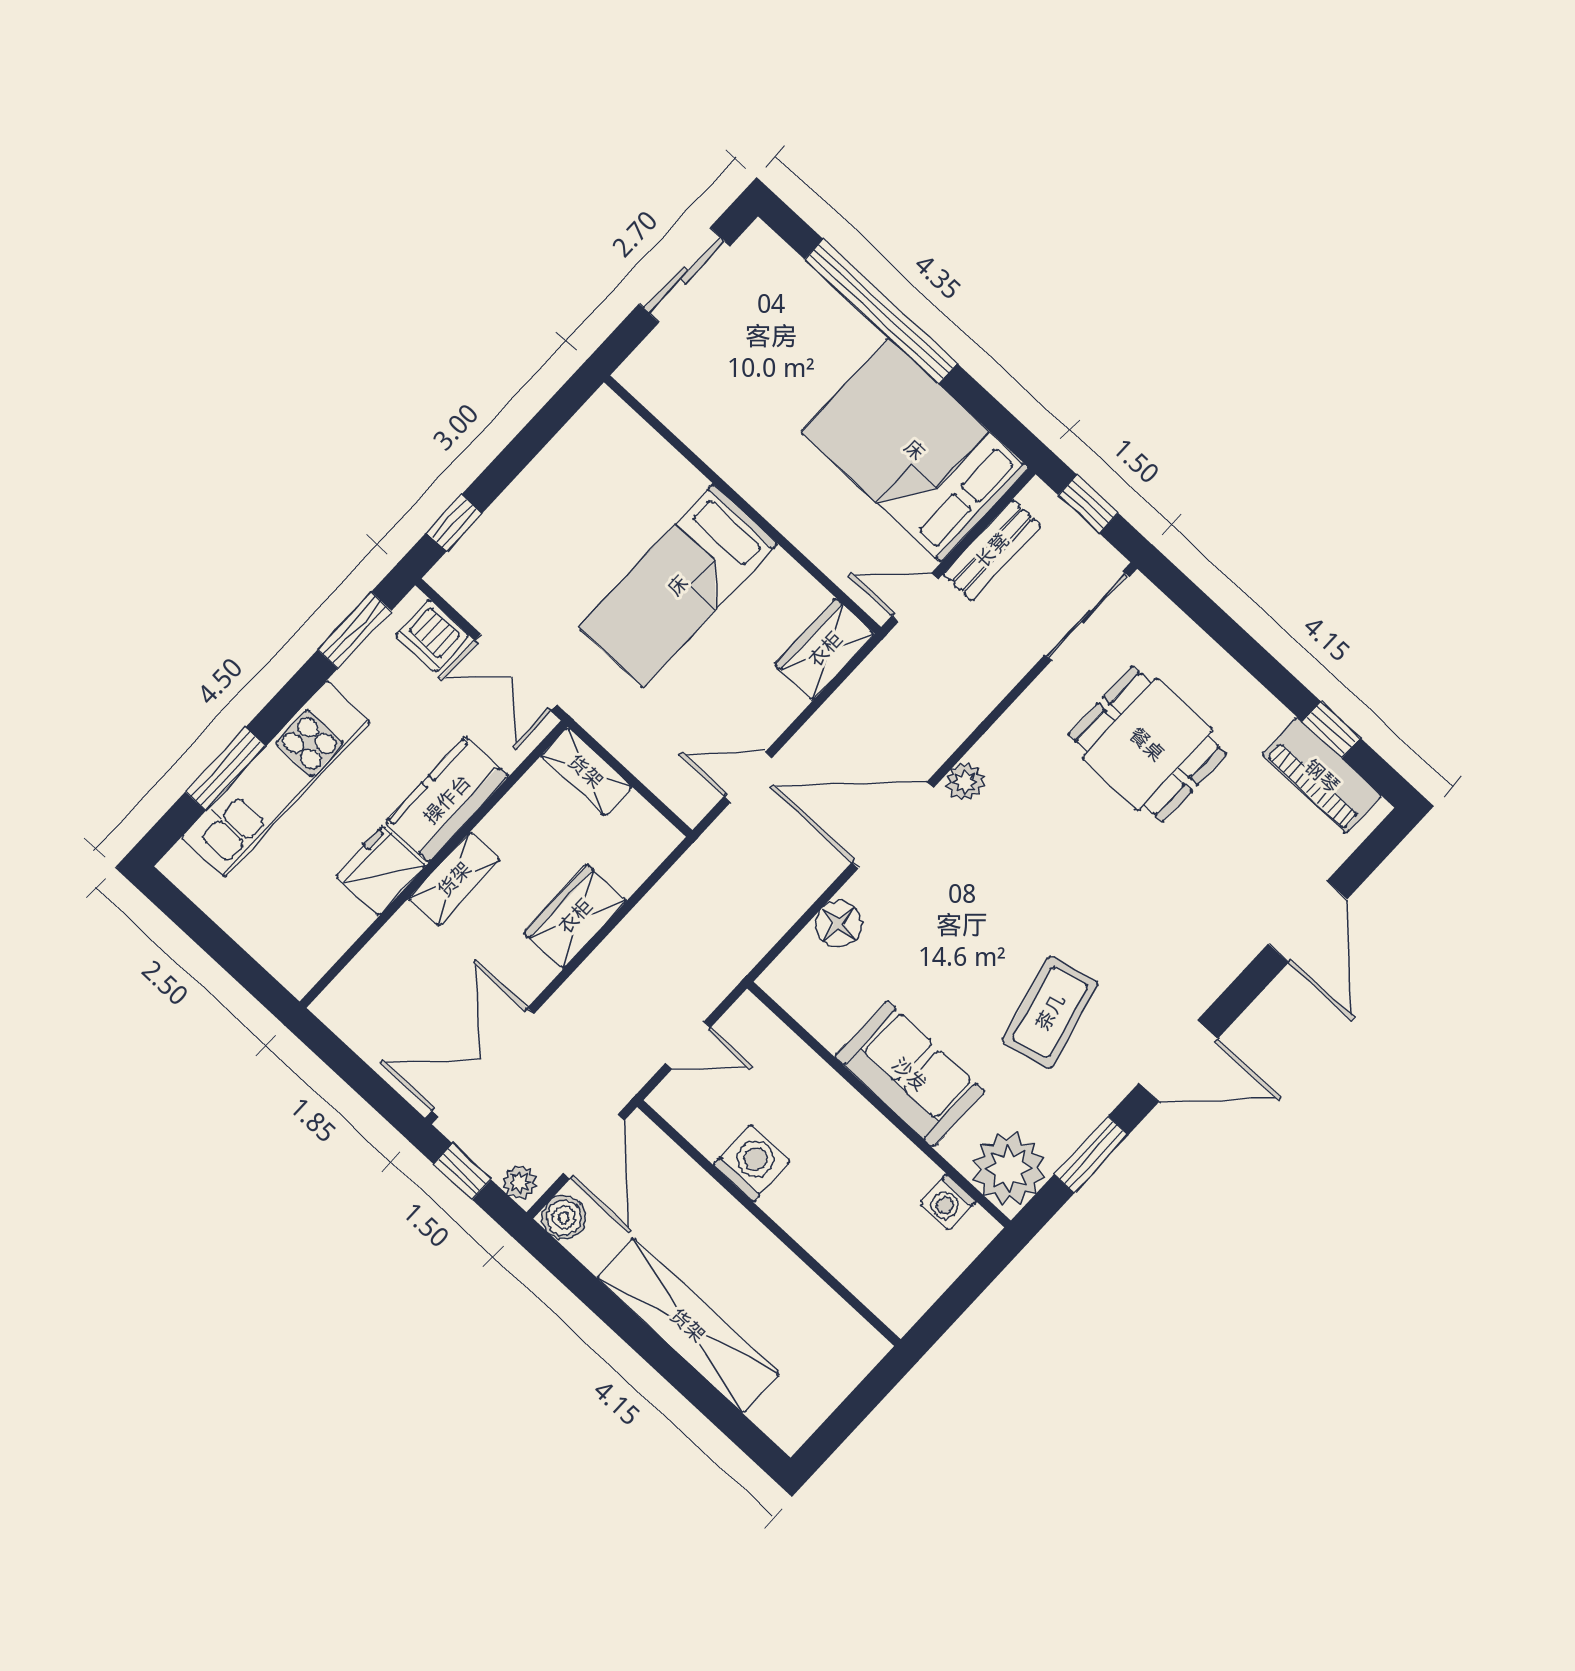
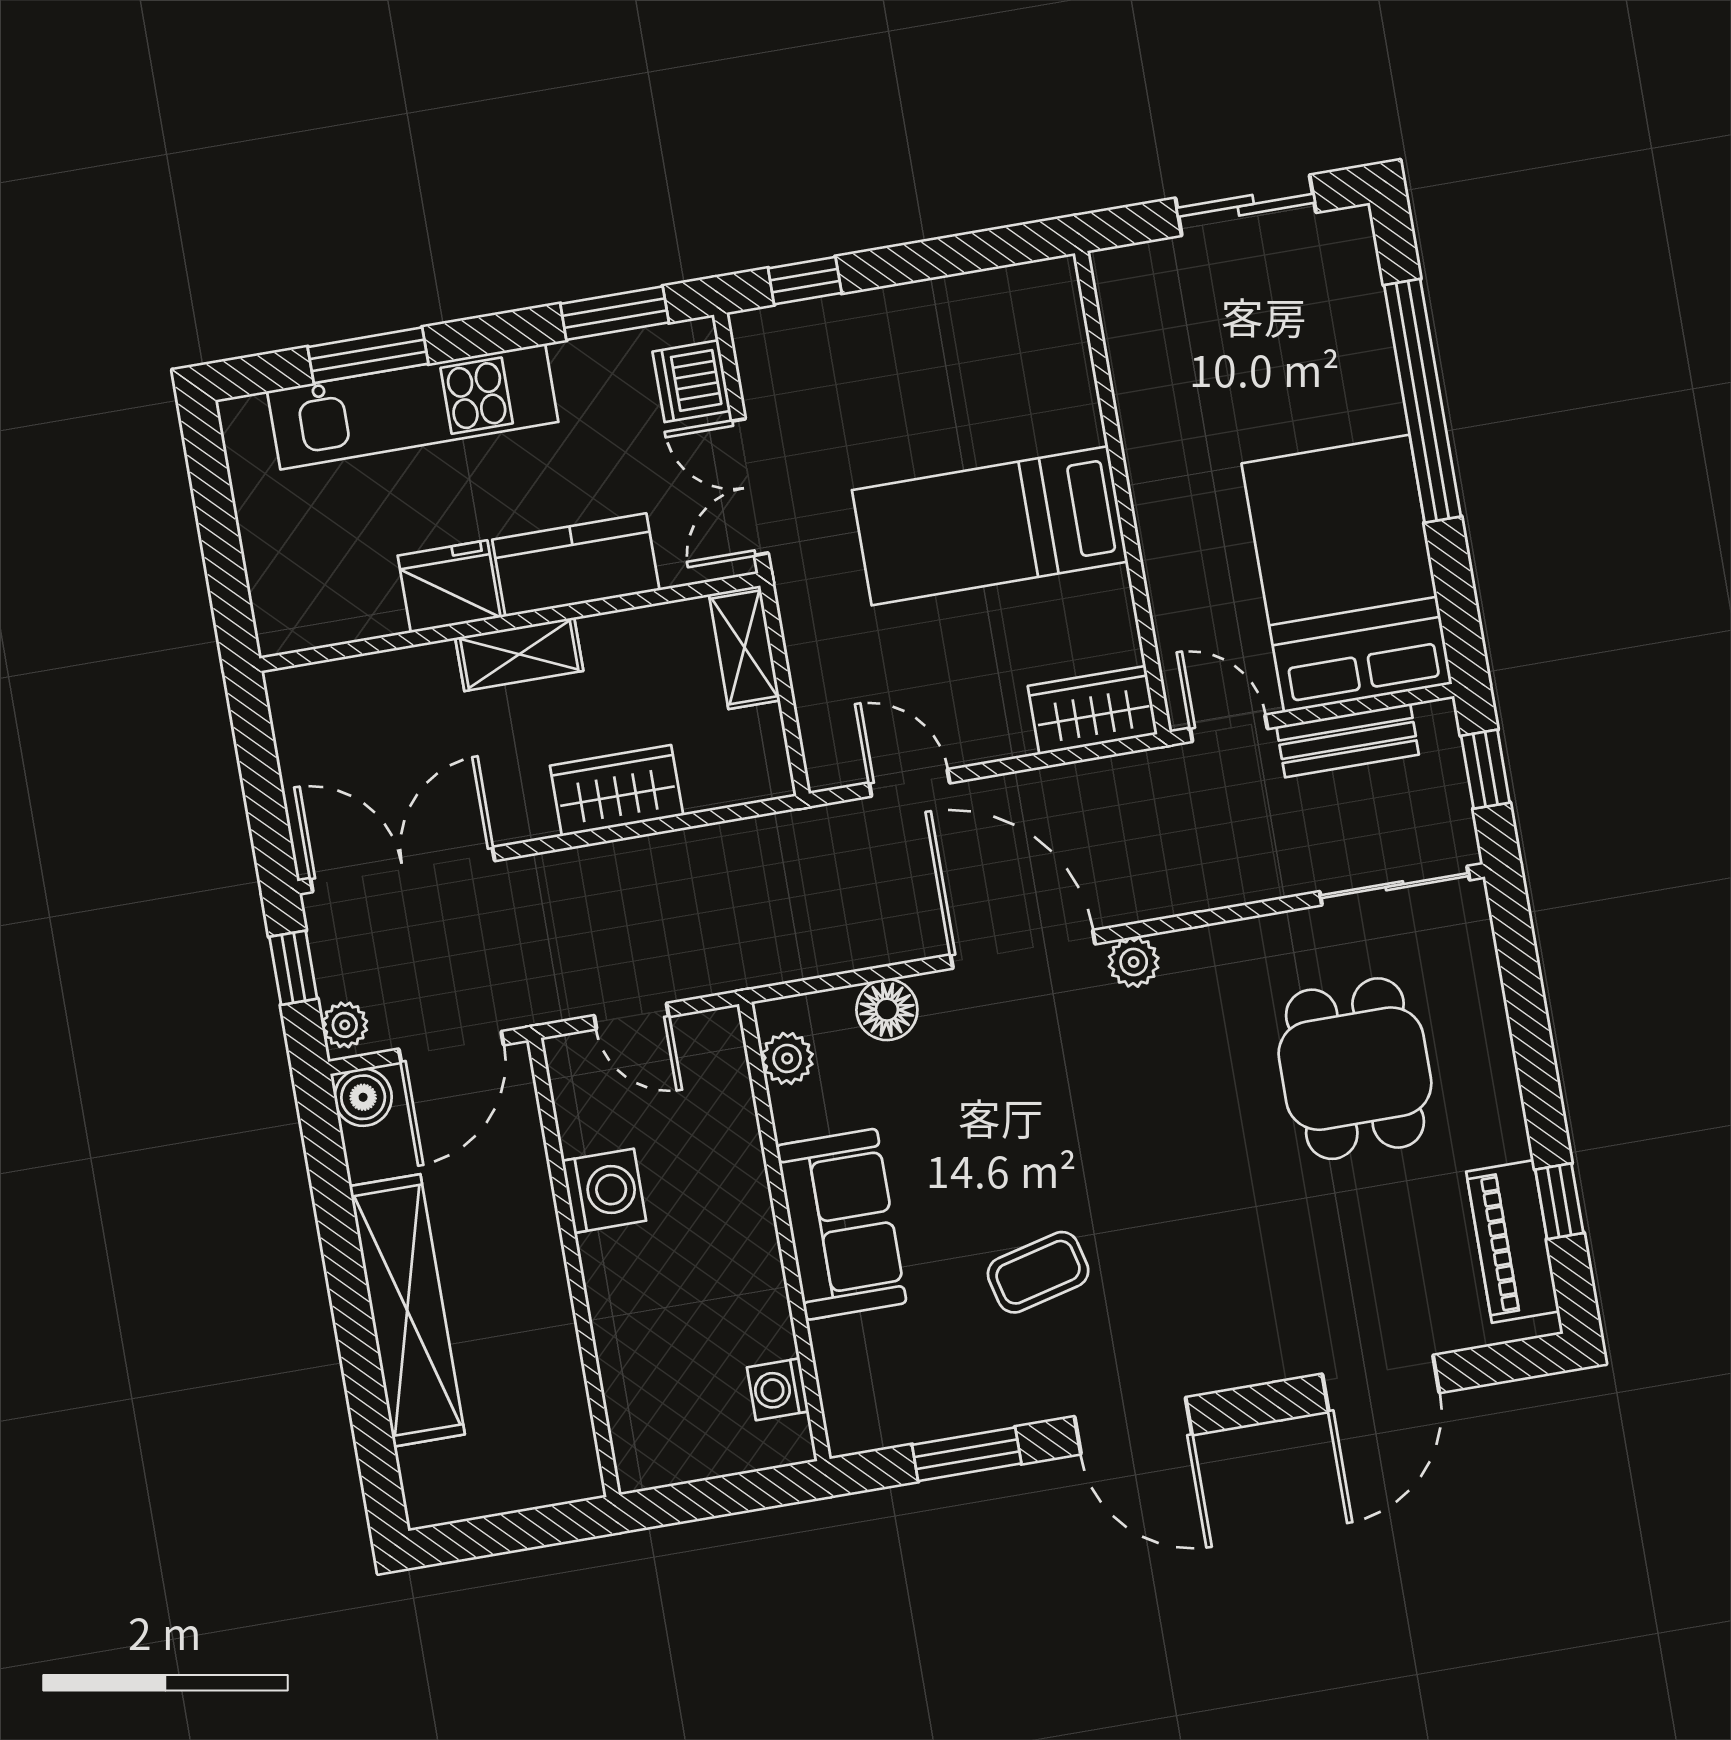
coffee table: (1050, 1012) -> (1038, 1272), width x0.73, depth x0.77
plant: (1009, 1169) -> (787, 1058), moved, width x0.53, depth x0.53

